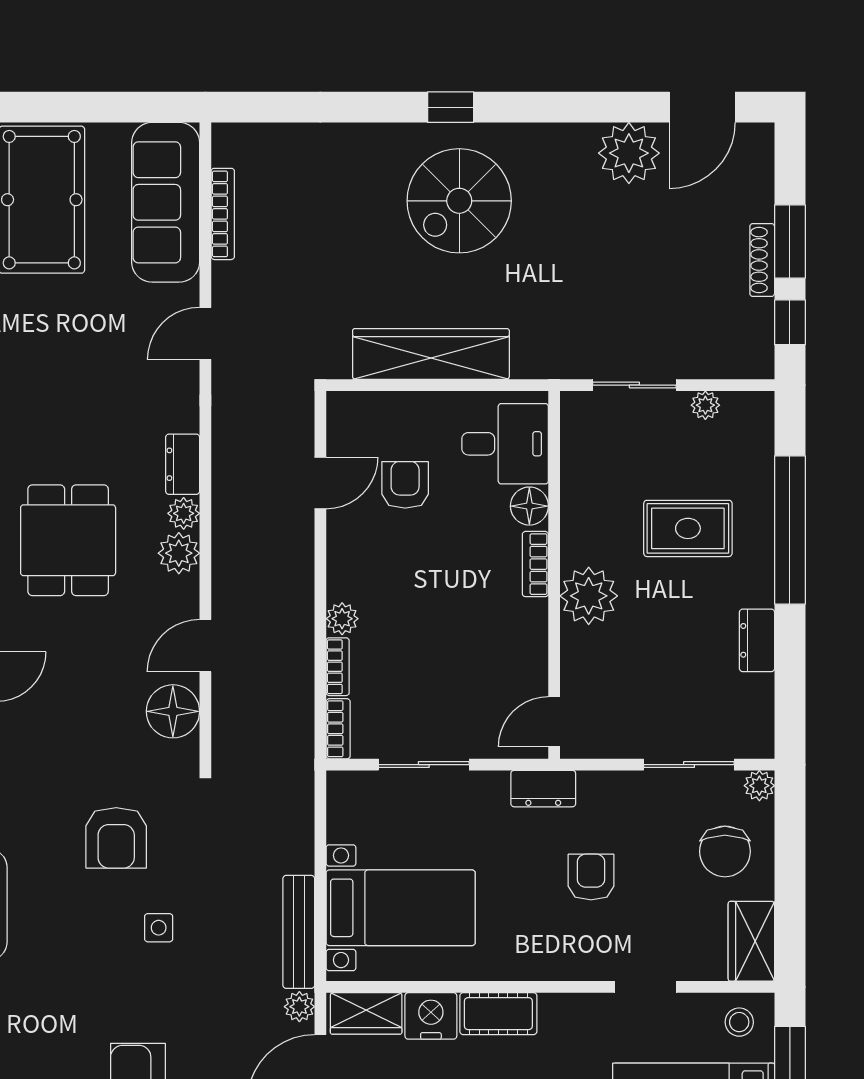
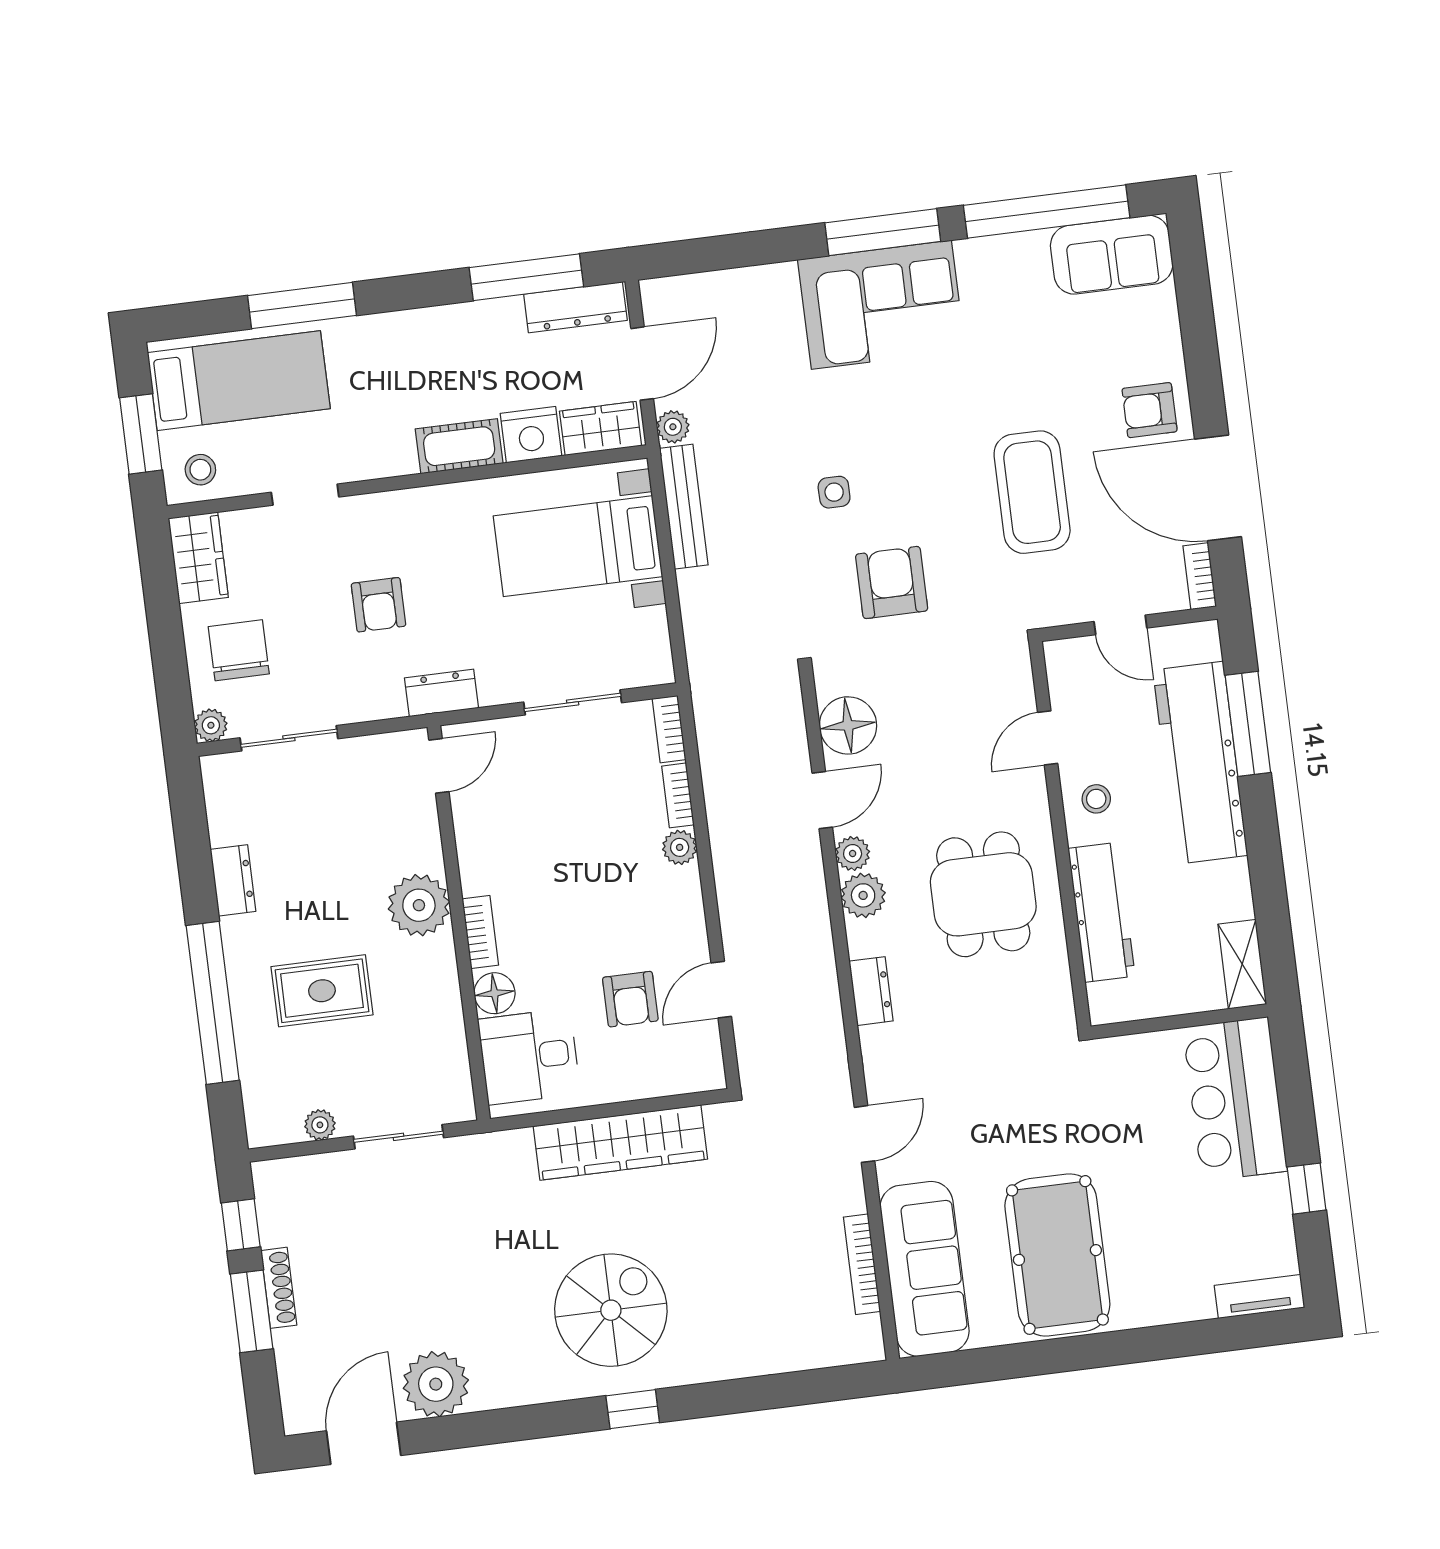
plant: (184, 513) -> (853, 854), moved

